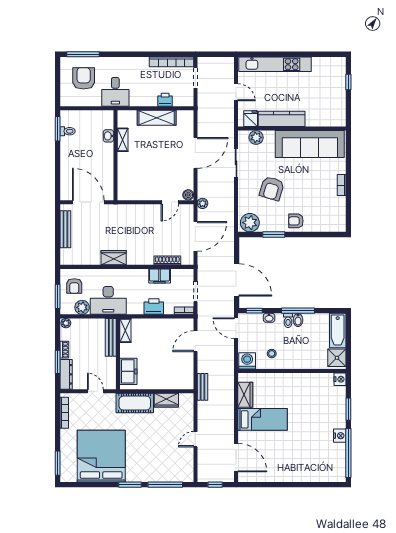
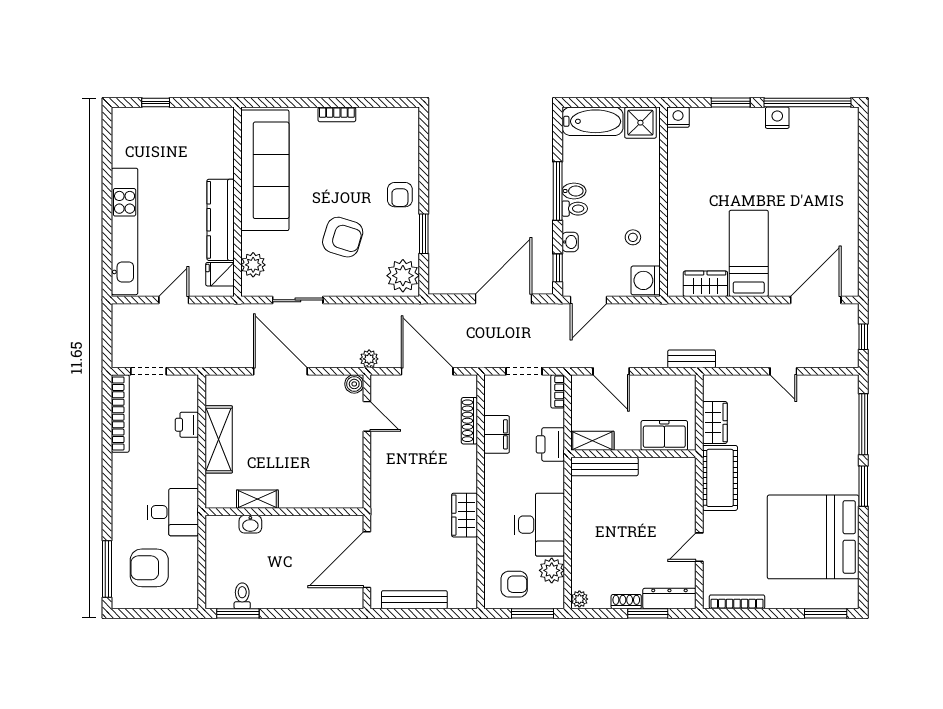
shelving: (125, 331) -> (592, 441), moved
bench: (111, 337) -> (604, 467), moved
wall: (118, 354) -> (633, 454), moved
freezer: (128, 371) -> (664, 435), moved

